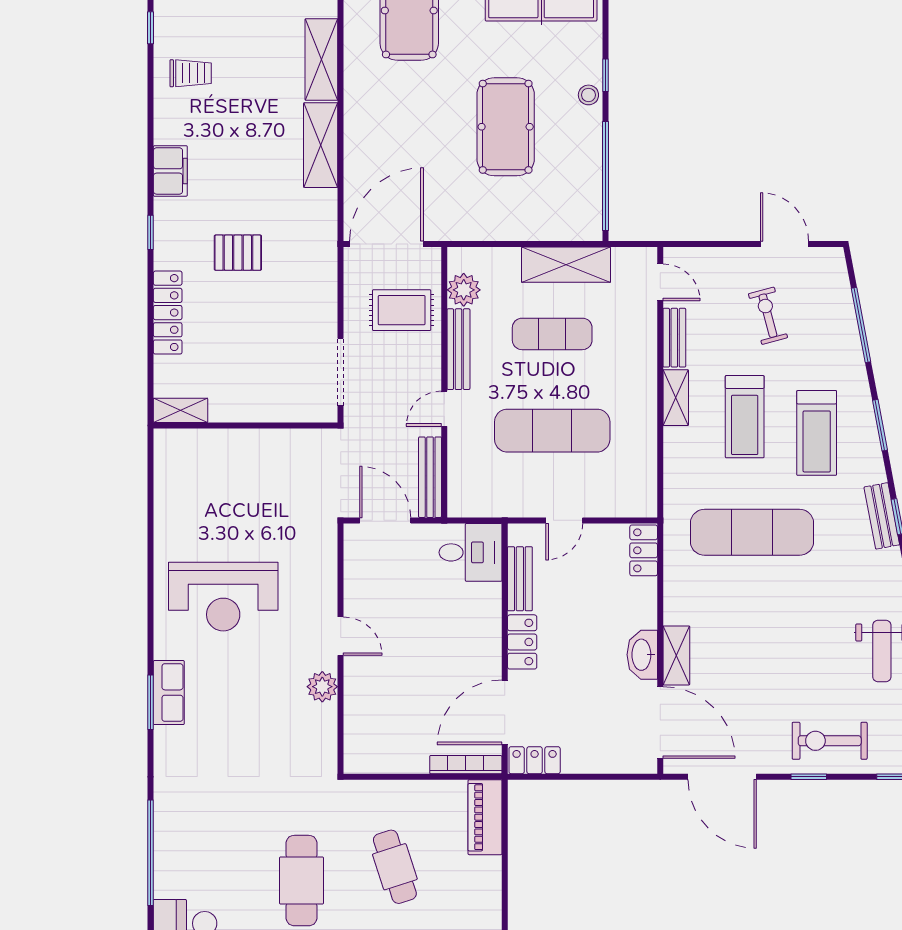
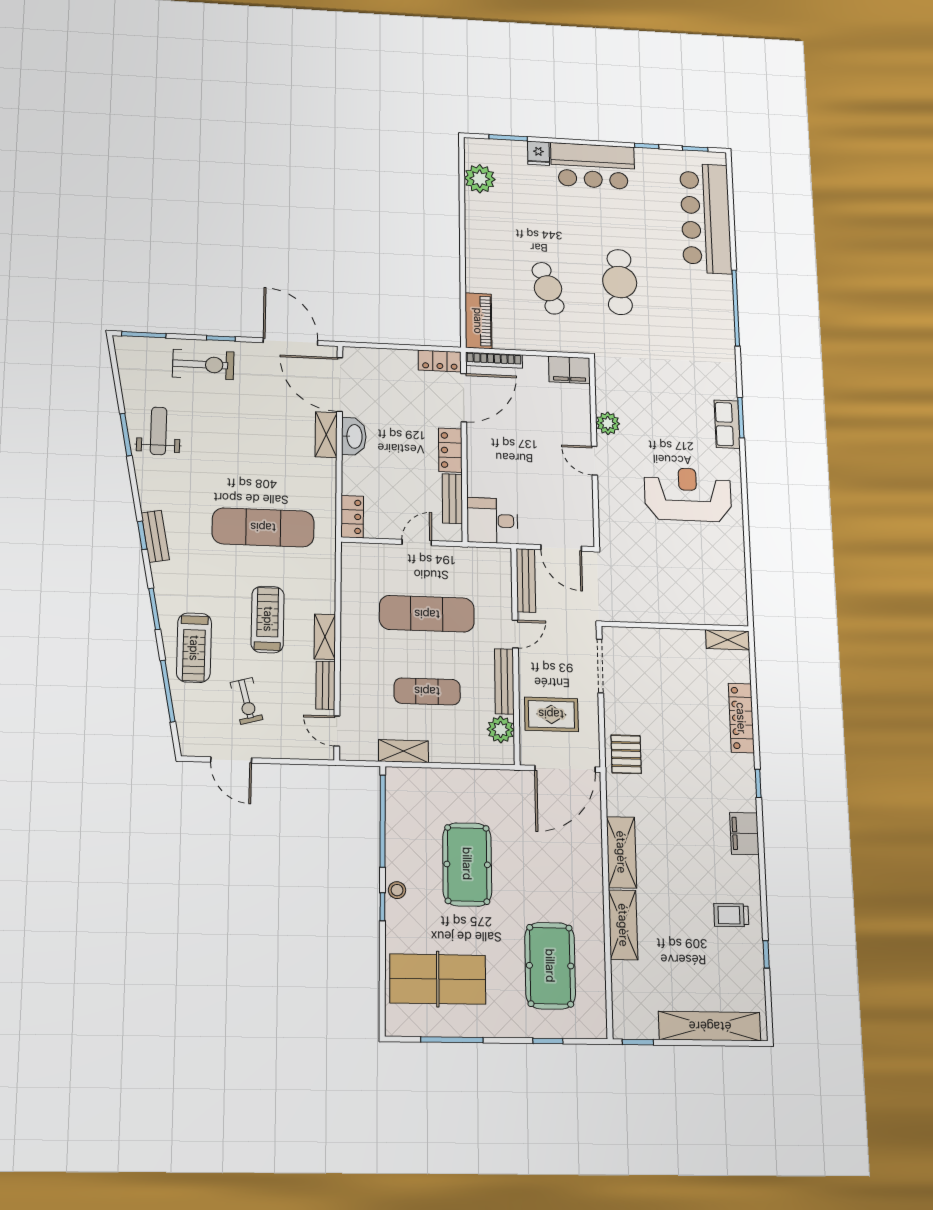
pallet: (238, 253) -> (626, 754), moved, turned 90
shelving: (566, 265) -> (403, 751), width x0.67, depth x0.75
treadmill: (817, 433) -> (194, 648), moved, turned 180
filing cabinet: (370, 756) -> (569, 370), added

